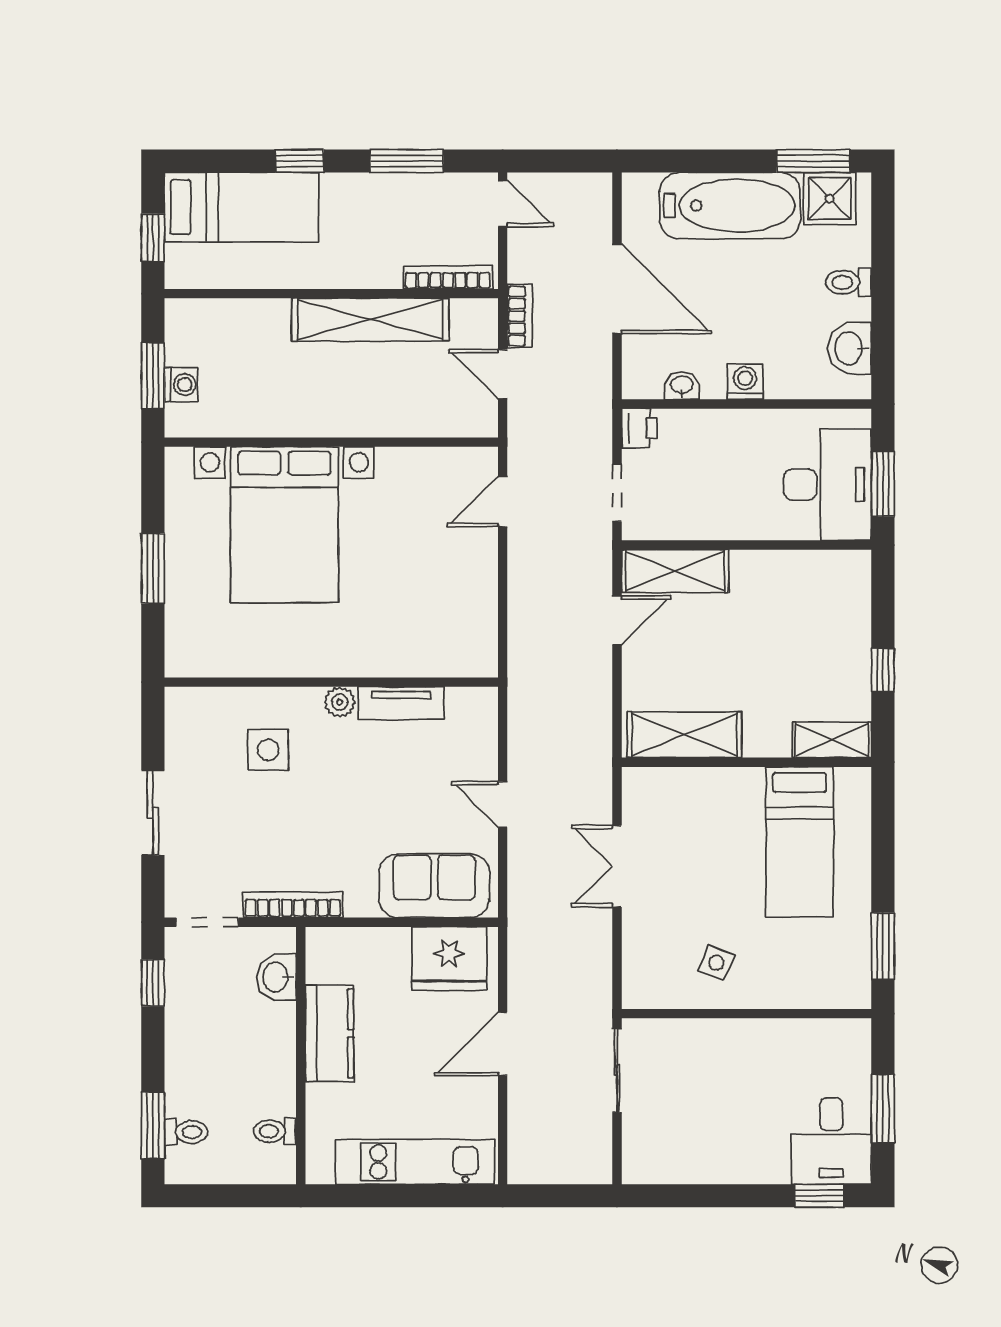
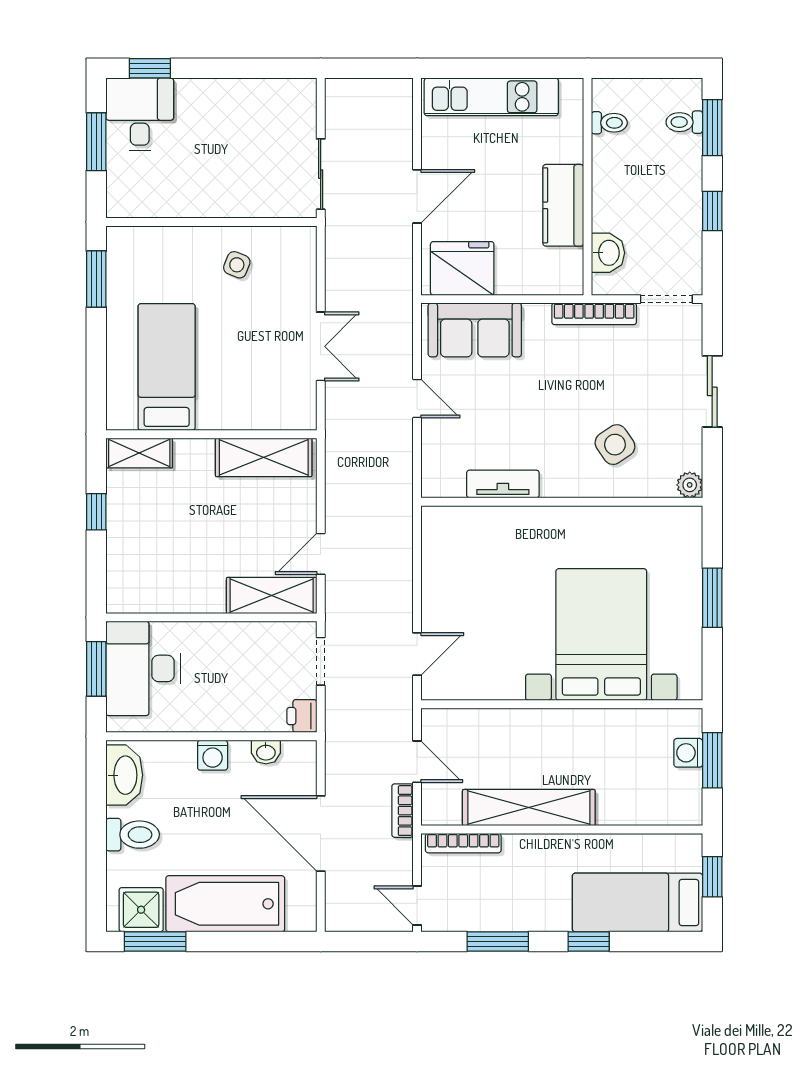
toilet: (849, 282) -> (133, 835), width x1.37, depth x1.39
washbasin: (850, 348) -> (124, 775), width x1.38
plant: (340, 702) -> (690, 485), moved
side table: (268, 750) -> (615, 445), turned -34
window: (153, 983) -> (712, 211), moved

